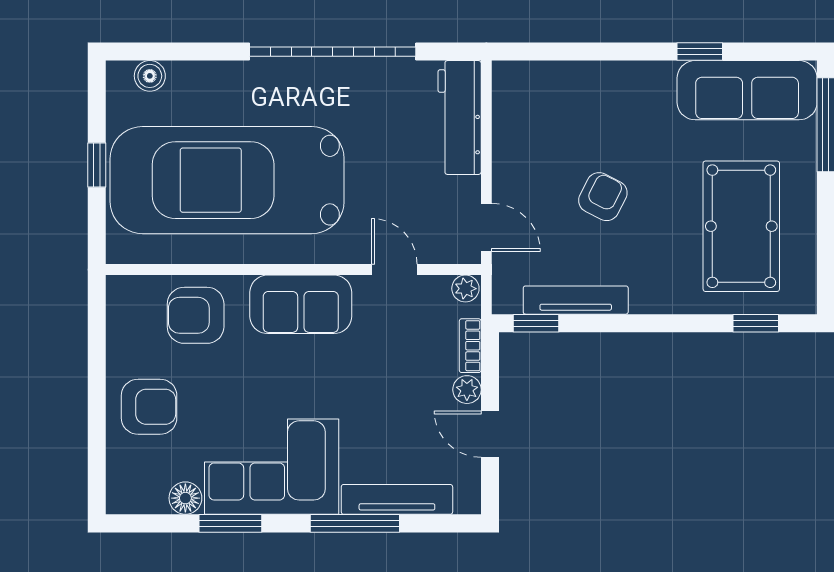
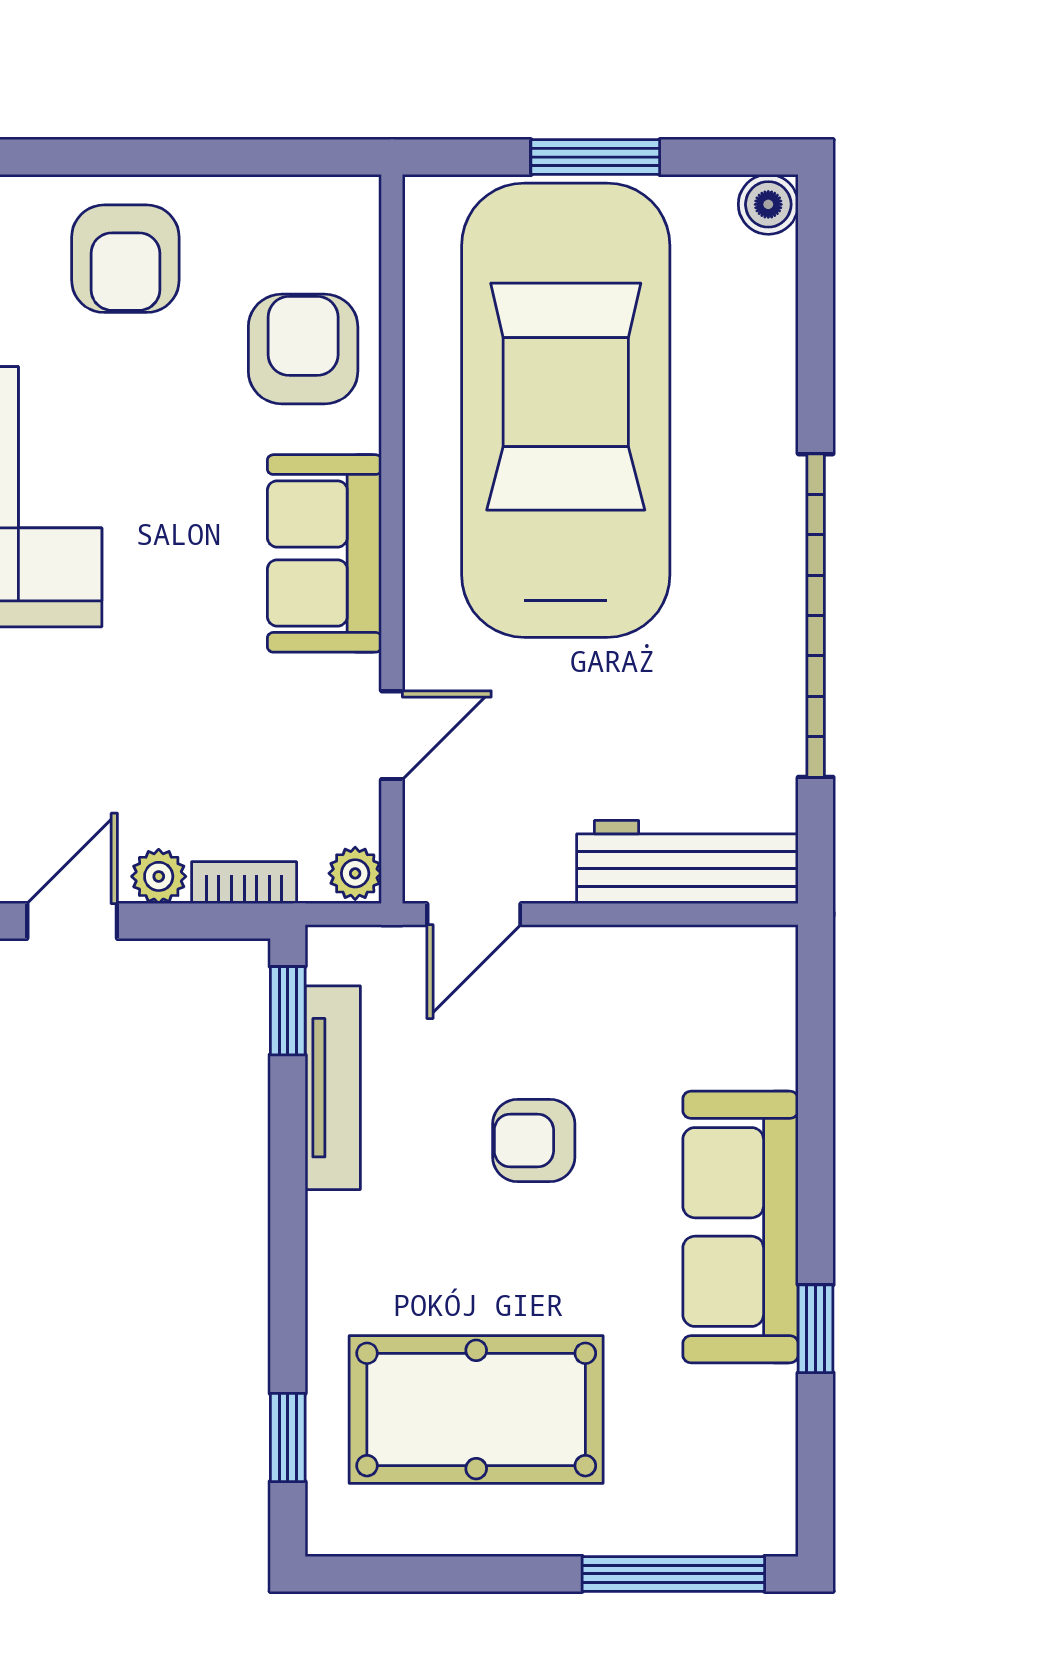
boiler: (150, 76) -> (768, 204), moved
sofa: (747, 90) -> (741, 1227), moved
window: (97, 165) -> (595, 157), width x1.50
armchair: (603, 197) -> (534, 1140), turned 153

